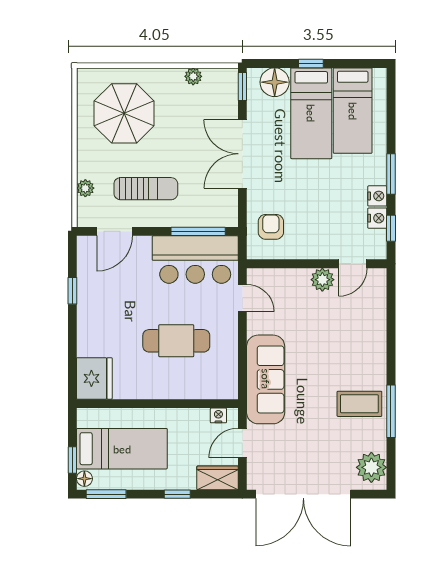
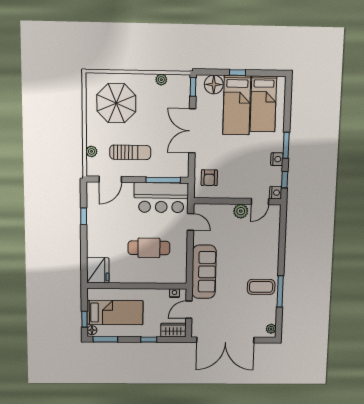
nightstand: (377, 218) -> (276, 193), moved
armchair: (271, 227) -> (209, 178), turned 180
plant: (371, 467) -> (271, 329), width x0.53, depth x0.53

